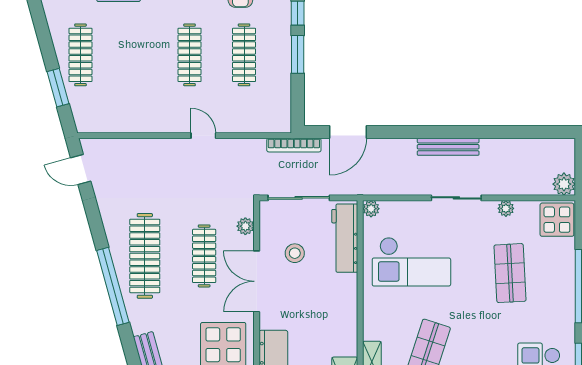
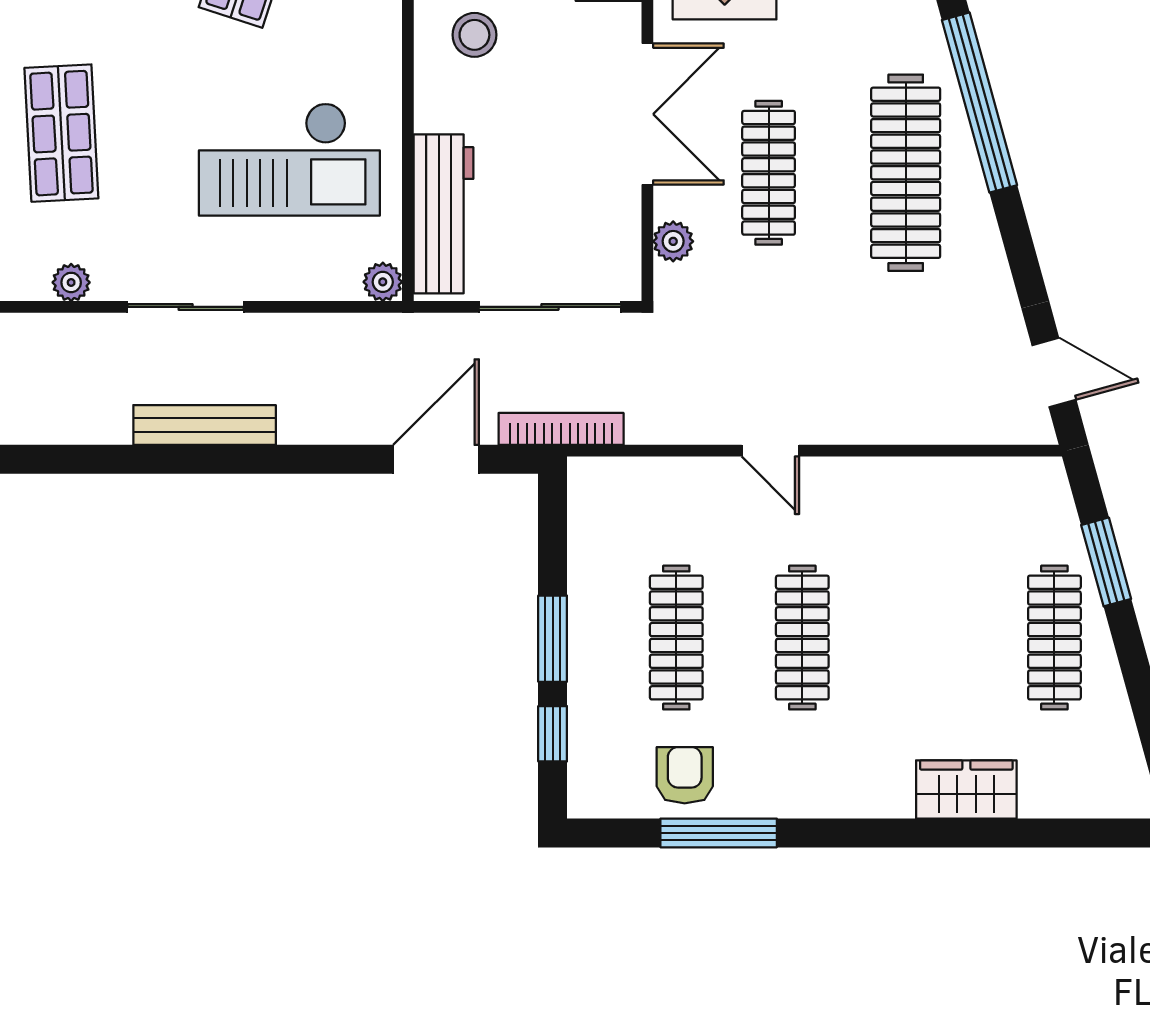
stool: (295, 253) -> (474, 35), moved
checkout: (411, 262) -> (289, 159), turned 180

